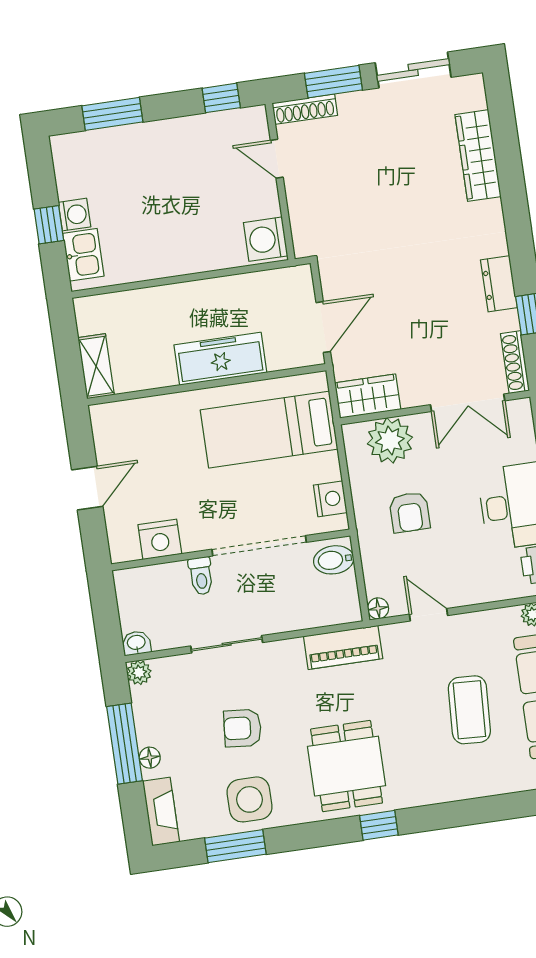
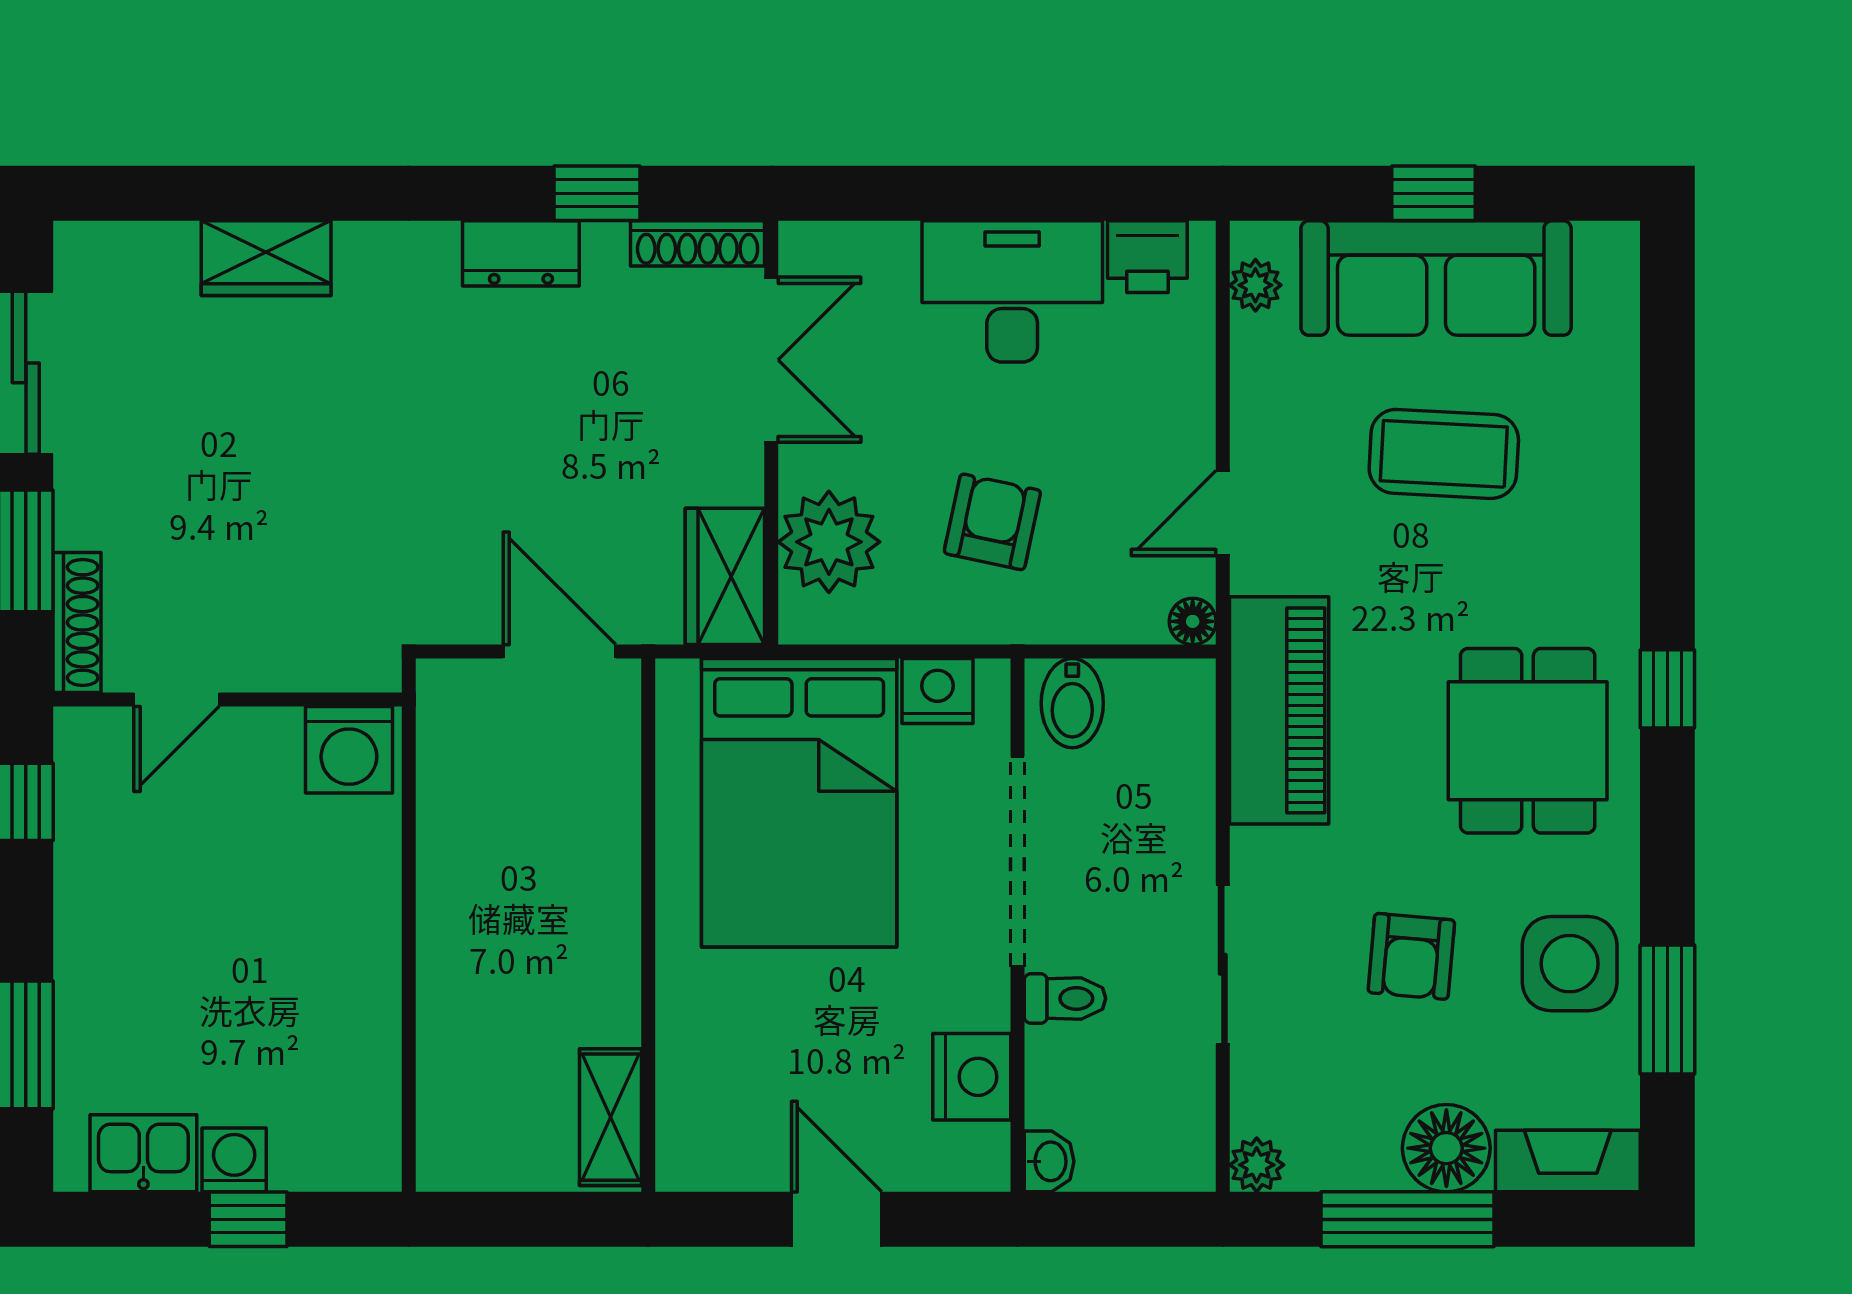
wardrobe: (478, 156) -> (266, 258), width x0.67
kitchen sink: (83, 255) -> (143, 1153), moved
freezer: (220, 359) -> (596, 887), removed
shelving: (96, 366) -> (611, 1117), moved, turned 90
bed: (269, 430) -> (799, 803), width x1.50
armchair: (410, 512) -> (992, 522), turned -78
washbasin: (136, 643) -> (1049, 1161), moved, turned 180
piano: (343, 647) -> (1279, 710), width x1.37, depth x1.33
floor lamp: (150, 758) -> (1446, 1148), width x1.89, depth x1.89
dining table: (347, 766) -> (1528, 741), turned 90

